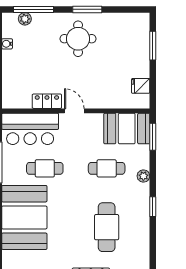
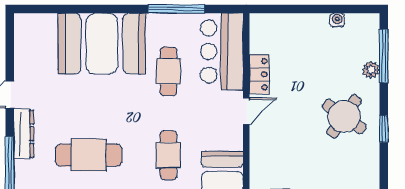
window: (87, 9) -> (384, 129), width x0.67
plant: (25, 19) -> (371, 70), moved
round table: (78, 39) -> (344, 116), turned 35

